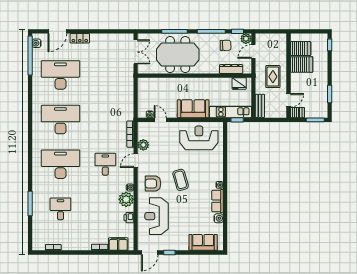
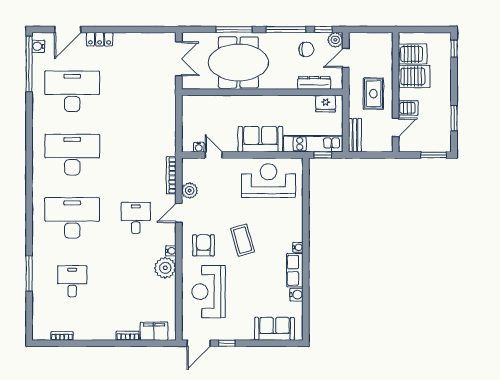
server rack: (297, 113) -> (408, 108), moved
armchair: (153, 184) -> (203, 245), turned 90
printer: (129, 218) -> (169, 294), removed

